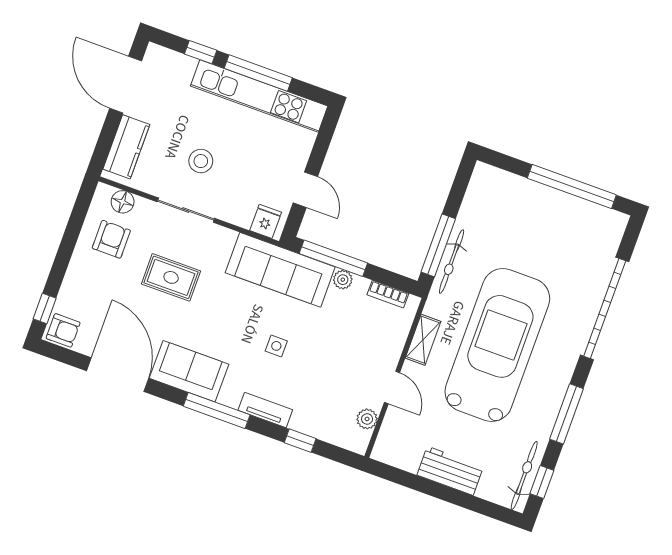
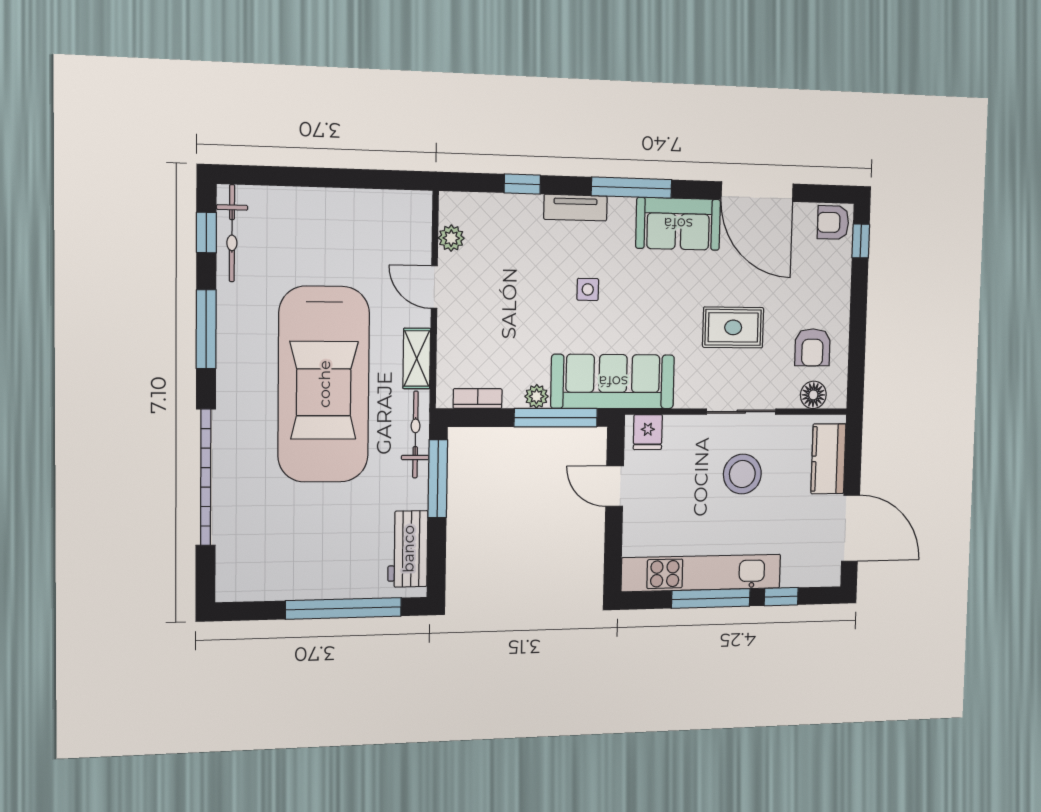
stool: (201, 161) -> (742, 474), width x1.38, depth x1.38
window: (572, 186) -> (344, 608), moved
bicycle: (452, 262) -> (415, 435), moved
workbench: (450, 471) -> (408, 549), moved, turned 90

